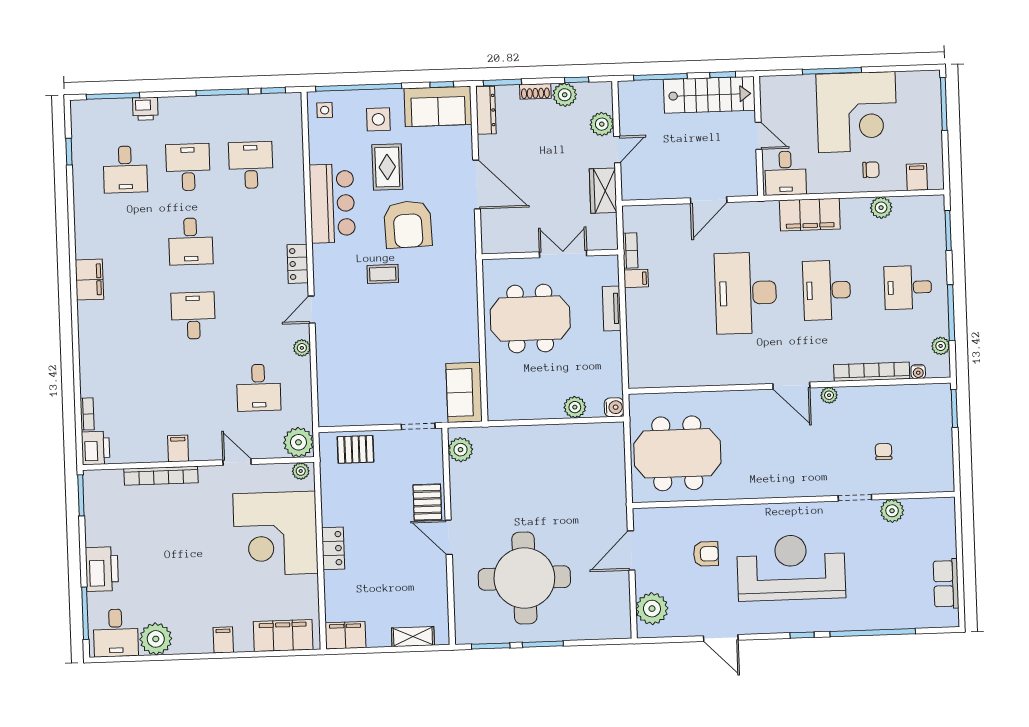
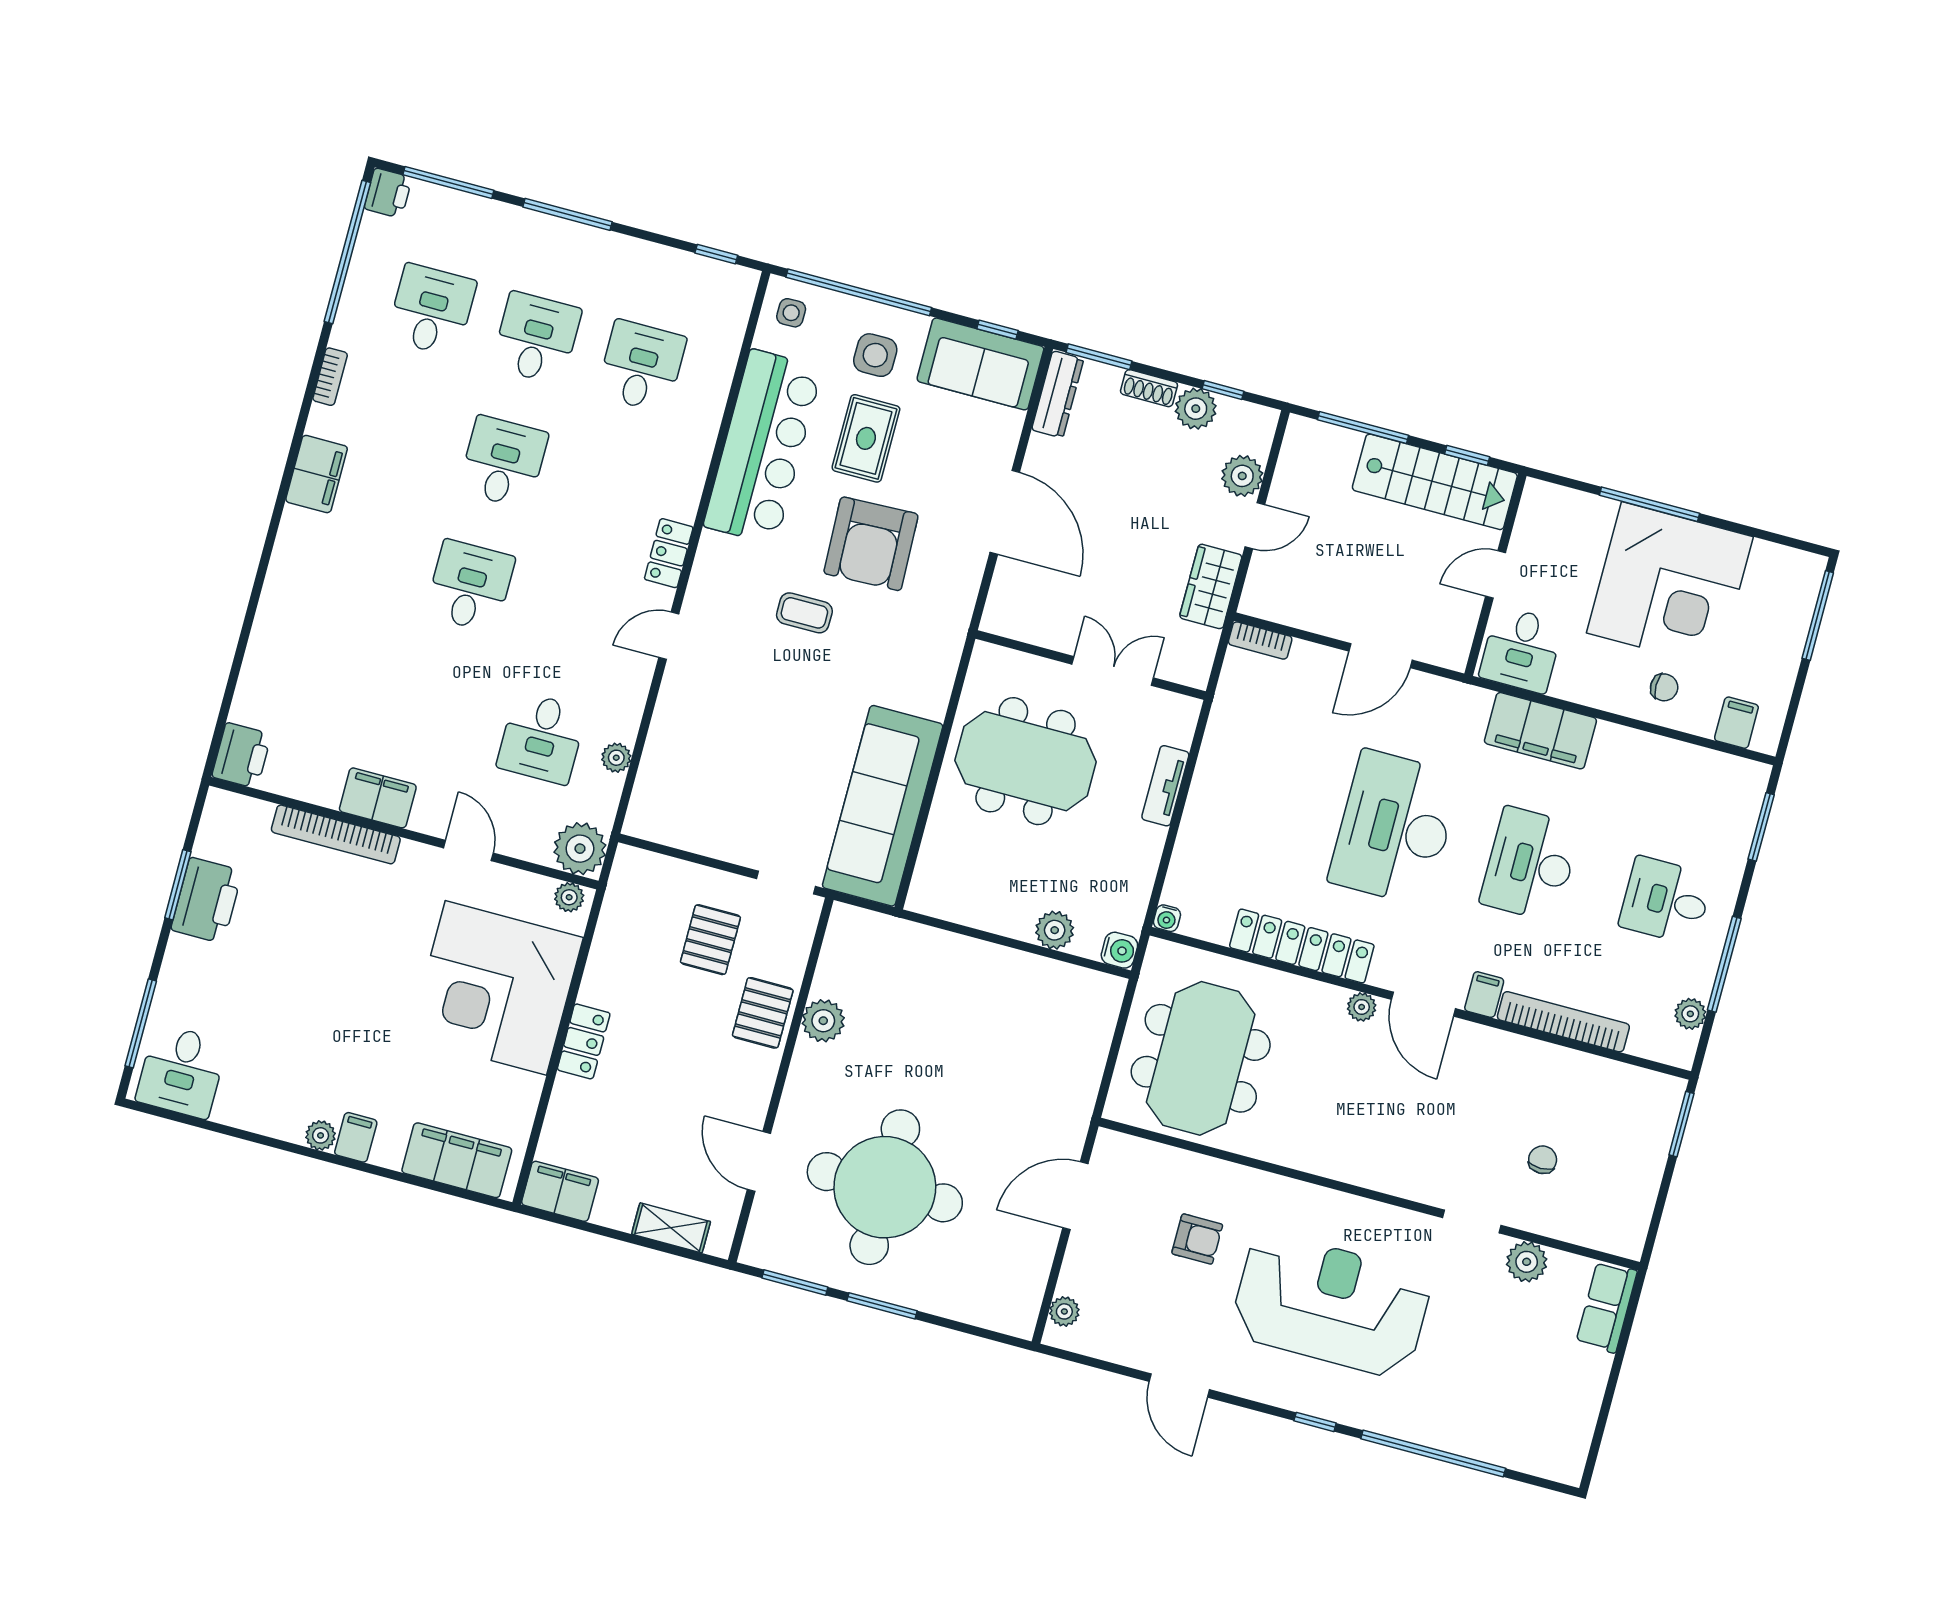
window: (222, 92) -> (567, 214), moved
printer: (145, 109) -> (388, 193), moved, turned -90
door: (759, 136) -> (1496, 574), swing flipped
window: (69, 152) -> (347, 252), width x3.17
desk: (125, 169) -> (432, 310), turned 180
bar counter: (332, 203) -> (763, 447), width x1.36
plant: (881, 208) -> (1662, 755), removed
desk: (191, 241) -> (503, 462), turned 180
bookcase: (630, 250) -> (1260, 640), moved, turned 90
filing cabinet: (636, 278) -> (1484, 995), moved, turned -90
plant: (302, 348) -> (616, 758), moved
water cooler: (918, 372) -> (1167, 918), moved
locker: (714, 374) -> (1302, 946), added
sofa: (464, 392) -> (883, 806), width x1.85, depth x1.27
plant: (829, 395) -> (1362, 1007), moved
bookcase: (87, 414) -> (330, 377), moved
filing cabinet: (178, 448) -> (378, 798), width x2.00
pallet: (355, 449) -> (710, 940), moved, turned 90
plant: (461, 450) -> (823, 1021), moved
meeting table: (677, 453) -> (1201, 1058), turned 90
window: (81, 495) -> (178, 885), moved
door: (449, 537) -> (759, 1162), moved
printer: (102, 569) -> (207, 900), moved
row of seats: (946, 584) -> (1607, 1307), moved
plant: (652, 609) -> (1064, 1311), width x0.53, depth x0.53
plant: (156, 639) -> (321, 1135), moved, width x0.53, depth x0.53

